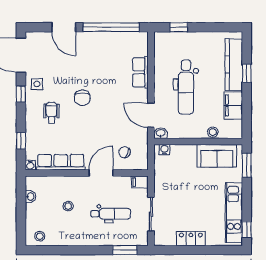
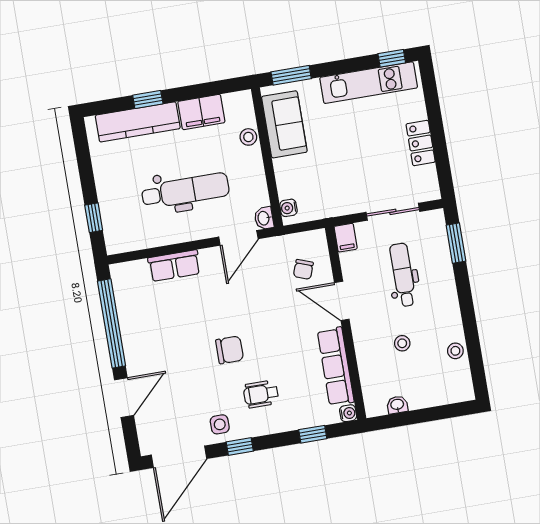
stool: (40, 236) -> (455, 351), moved

